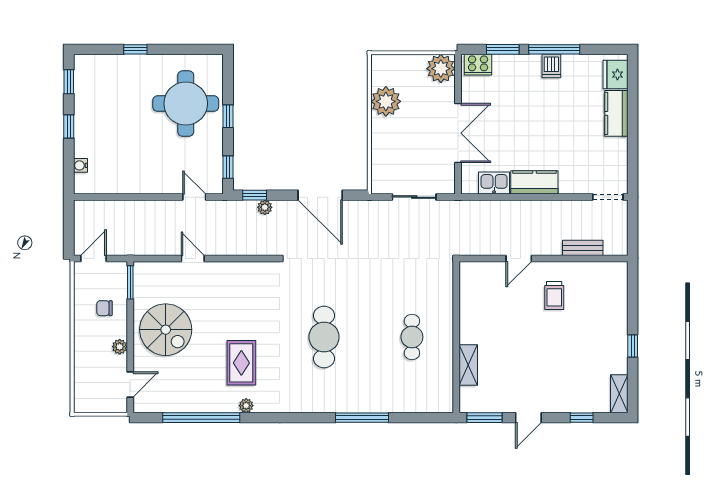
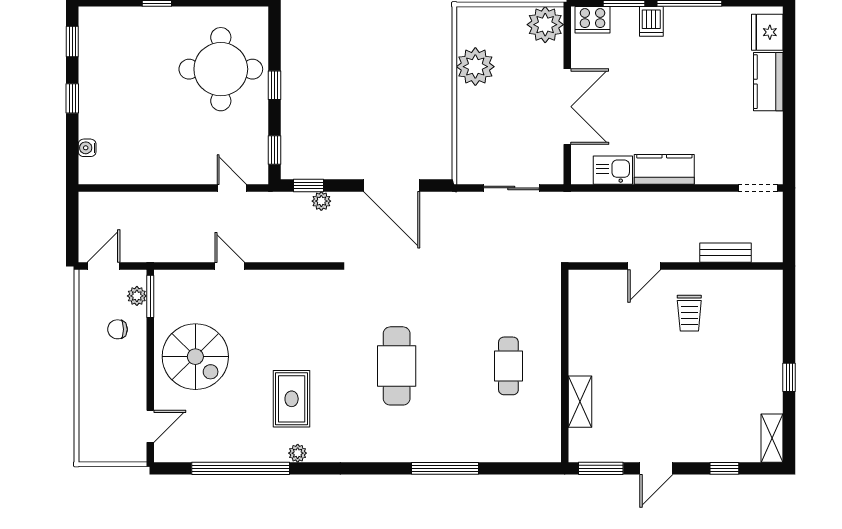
dishwasher: (551, 66) -> (651, 21), moved
plant: (120, 347) -> (137, 296), moved

